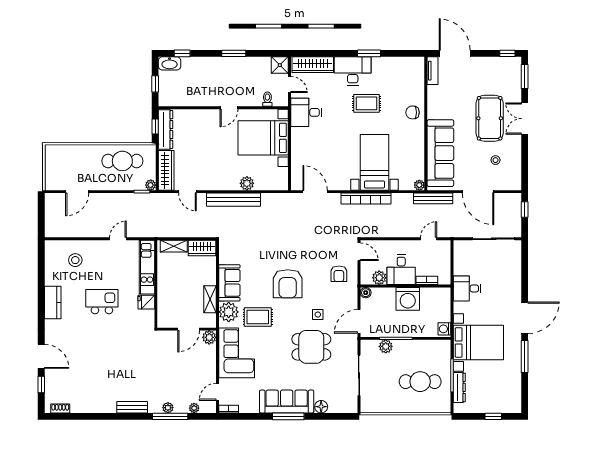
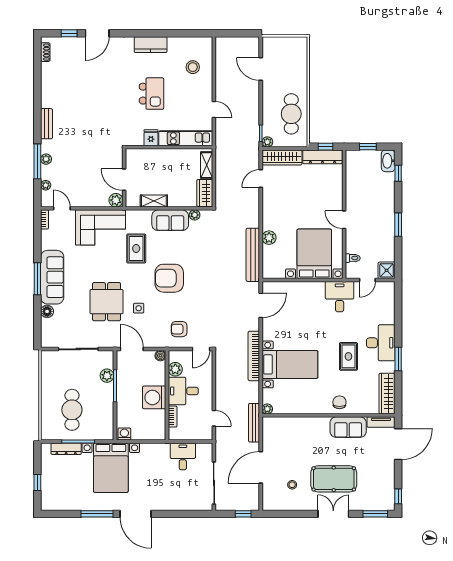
wardrobe: (313, 65) -> (387, 394), moved
sofa: (440, 153) -> (348, 427), moved, width x0.54, depth x0.79
bench: (234, 200) -> (253, 255), moved
desk: (467, 288) -> (183, 456), moved
plant: (229, 312) -> (195, 215), moved, width x0.53, depth x0.53

